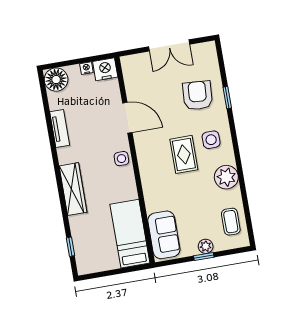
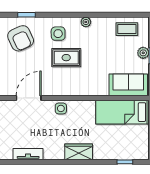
armchair: (198, 95) -> (21, 38), turned -119
plant: (226, 177) -> (86, 22), width x0.53, depth x0.53
wardrobe: (73, 189) -> (79, 152), width x0.67

